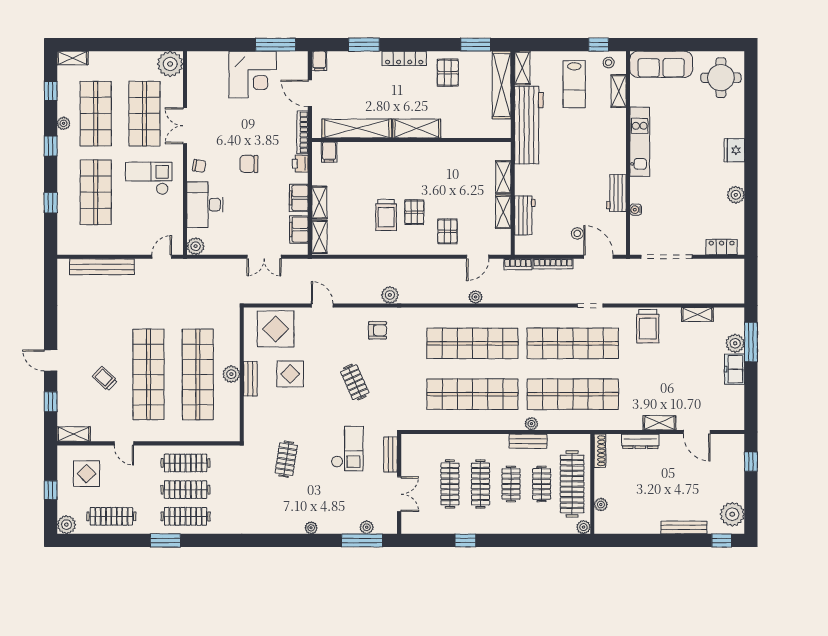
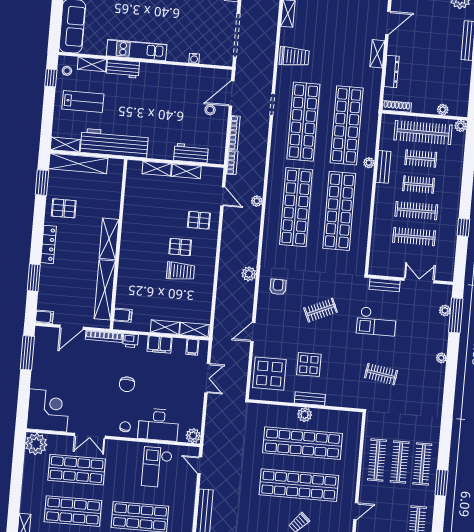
corner desk: (253, 75) -> (48, 410), moved
checkout: (149, 178) -> (157, 467), moved
workbench: (616, 193) -> (123, 69), moved
filing cabinet: (299, 229) -> (192, 347), width x0.50
checkout: (347, 449) -> (376, 321), turned 180

